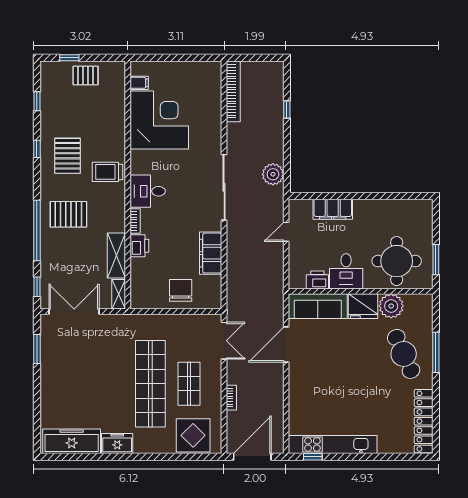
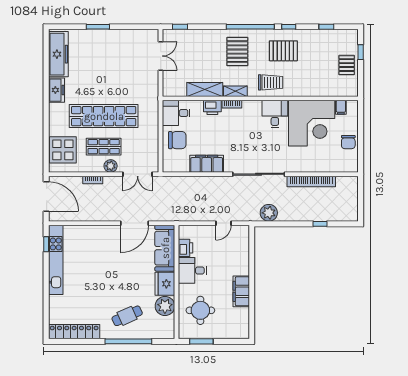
chair: (183, 73) -> (348, 142), added
bookcase: (233, 91) -> (311, 182), moved
trolley: (108, 172) -> (271, 82), turned 90
desk: (148, 191) -> (275, 114), moved
filing cabinet: (333, 209) -> (241, 291), moved
window: (37, 231) -> (250, 27), moved
door: (286, 232) -> (223, 223), swing flipped
round table: (397, 261) -> (200, 310), width x0.73, depth x0.73
desk: (146, 292) -> (176, 113), added
shelving: (119, 294) -> (235, 91), moved
double door: (74, 312) -> (161, 56), width x0.73
door: (286, 344) -> (135, 223), swing flipped
window: (37, 349) -> (98, 27), moved
window: (436, 352) -> (128, 341), width x1.46
cafe table: (404, 354) -> (127, 316), width x0.73, depth x0.74
plant: (214, 375) -> (111, 166), added

